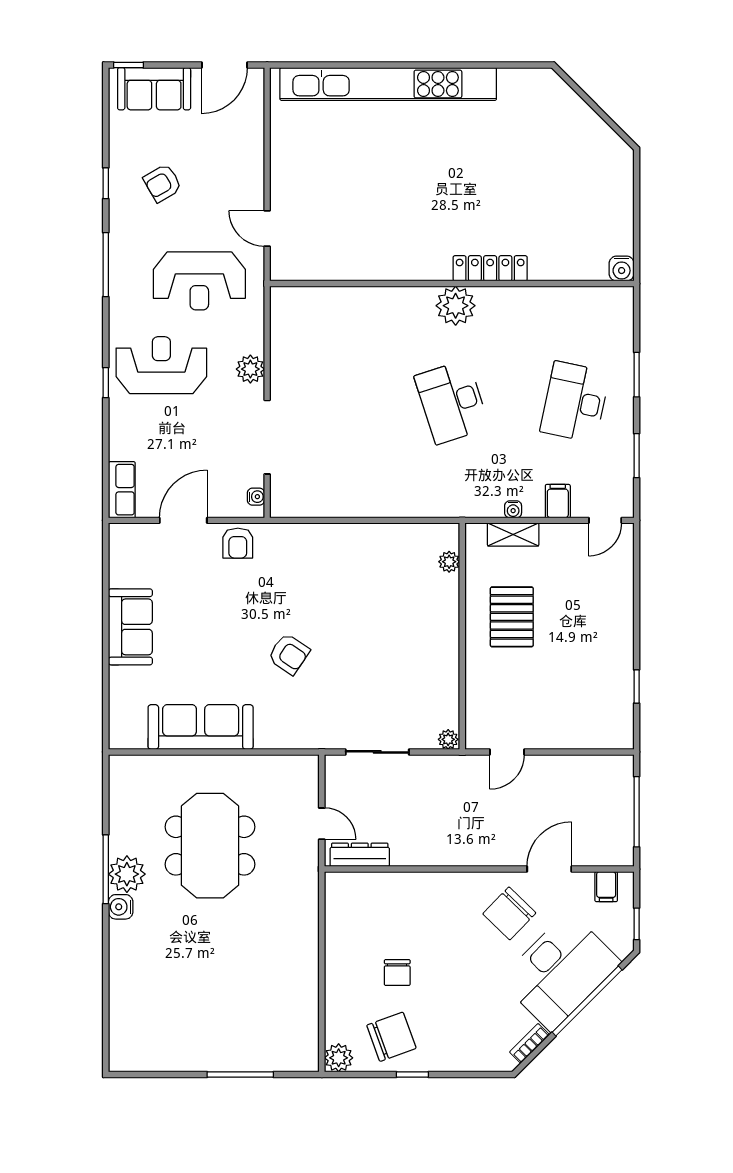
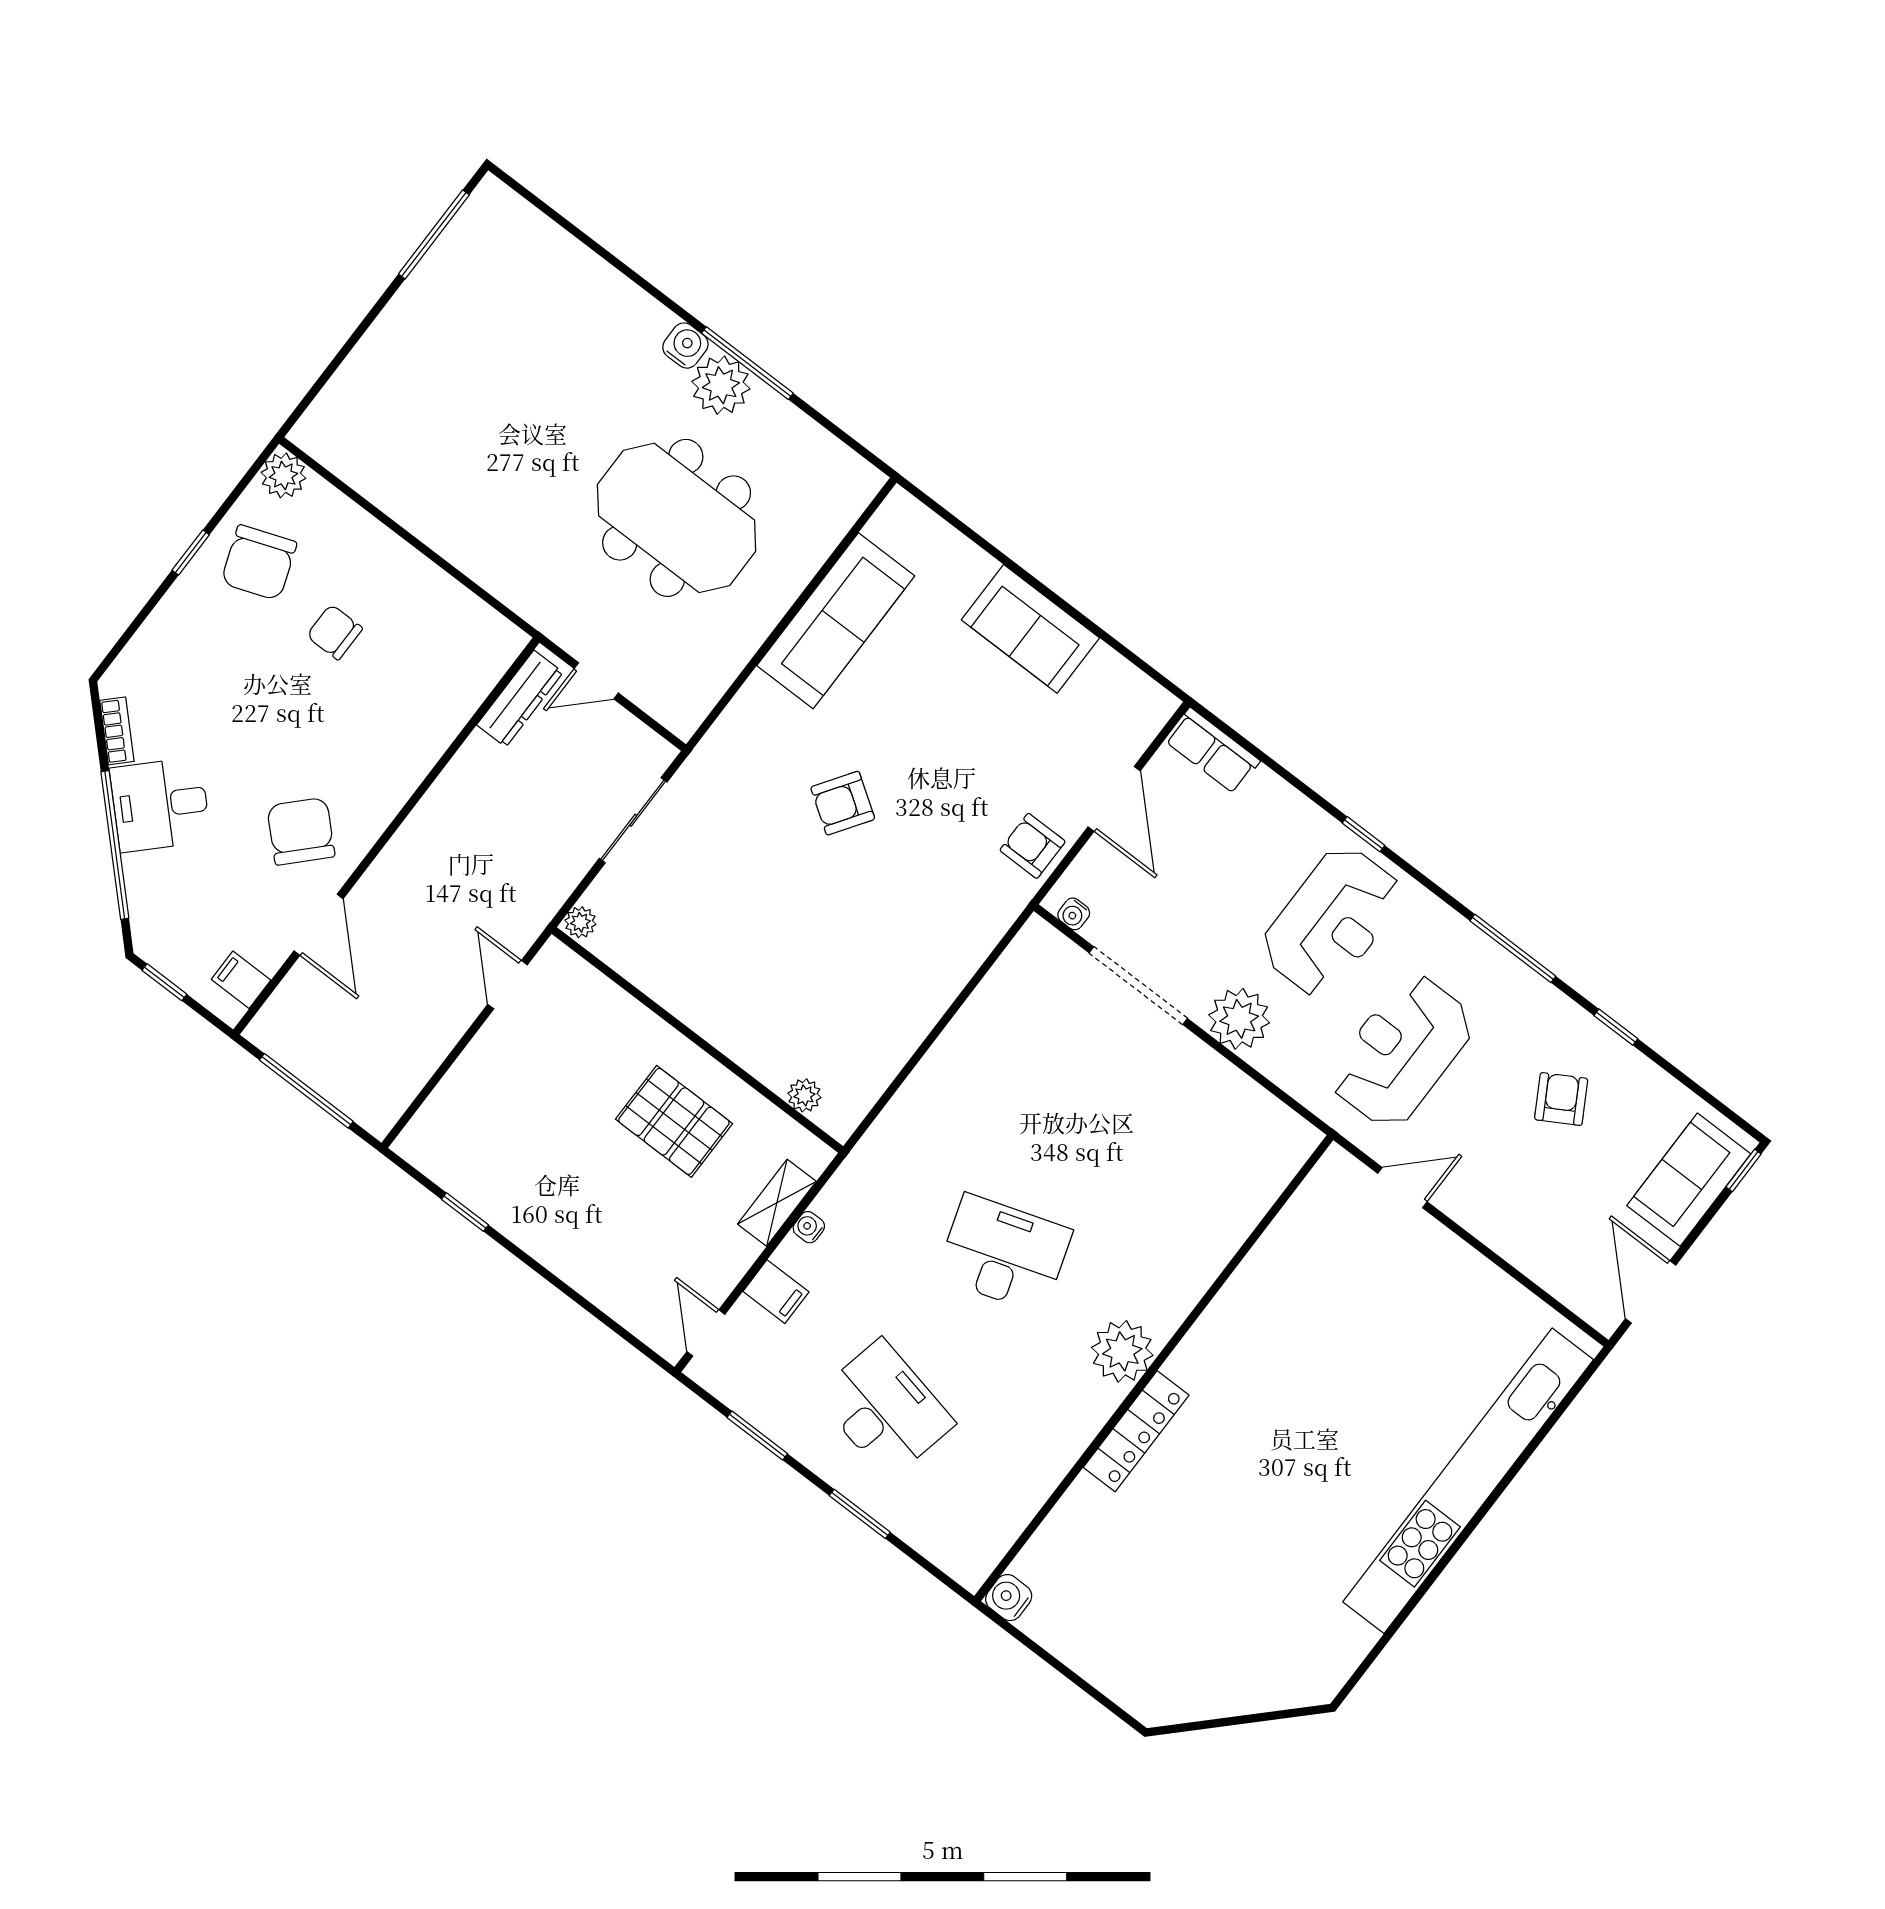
plant: (250, 369) -> (1239, 1019), width x1.36, depth x1.36
desk: (560, 971) -> (160, 805), width x0.53, depth x0.77
window: (240, 1075) -> (434, 234), moved

